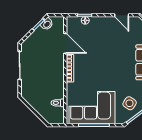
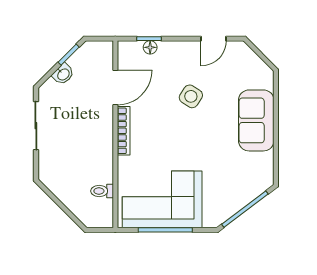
door: (122, 15) -> (214, 39), hinge flipped
washbasin: (47, 24) -> (63, 74), moved
door: (65, 43) -> (115, 88), hinge flipped
side table: (130, 103) -> (191, 96), moved

